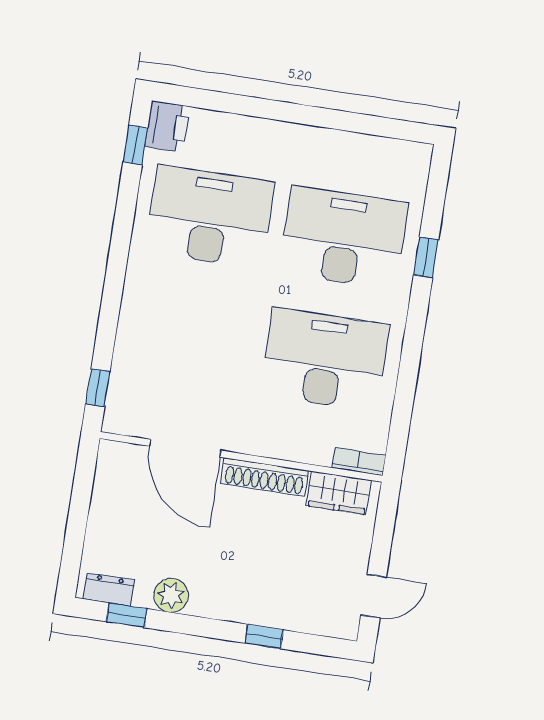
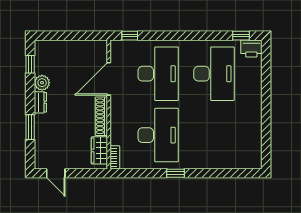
desk: (344, 237) -> (158, 74), moved
window: (426, 257) -> (175, 173), moved
dresser: (109, 589) -> (40, 102), moved
window: (264, 636) -> (30, 127), width x1.50

